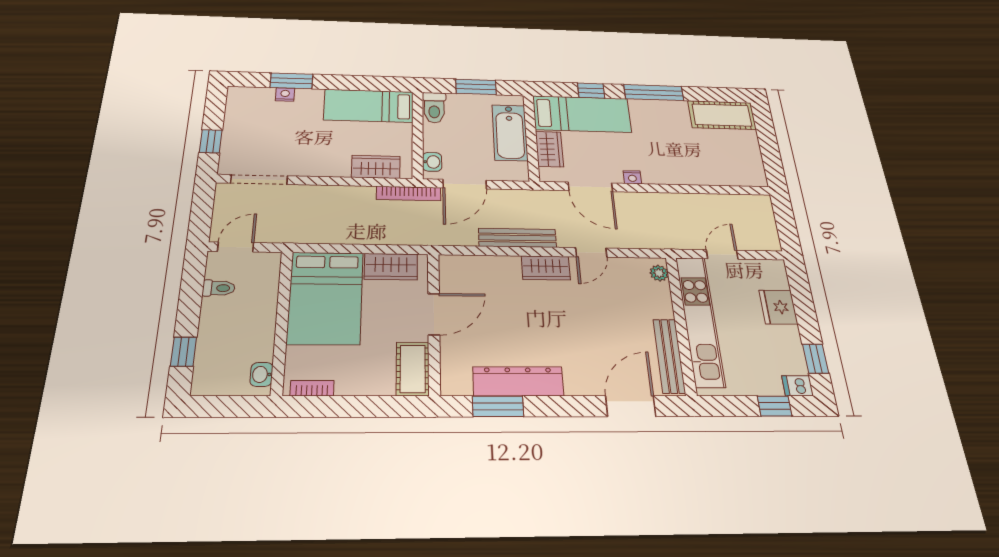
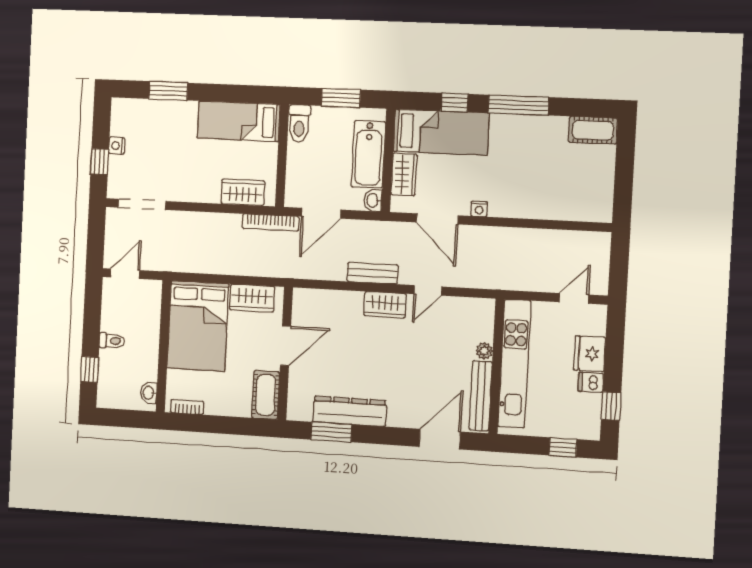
nightstand: (285, 94) -> (117, 146), moved, turned -90
cot: (722, 115) -> (593, 130), width x0.73, depth x0.75
washbasin: (432, 162) -> (373, 200), moved, turned 180
bench: (517, 238) -> (373, 273), width x0.73
door: (722, 254) -> (574, 298), moved
plant: (659, 273) -> (484, 351), moved
toilet: (219, 288) -> (112, 341), moved
dishwasher: (798, 386) -> (591, 382), moved

